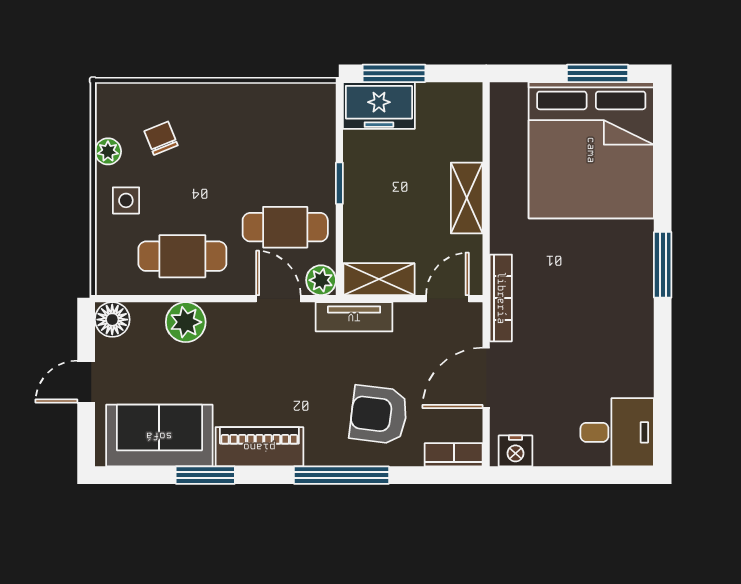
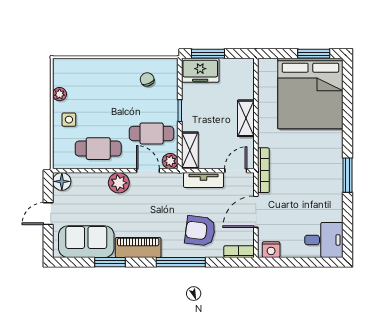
chair: (161, 138) -> (147, 79), moved
window: (663, 265) -> (347, 175), moved
shelving: (379, 279) -> (190, 150), moved, turned 90
tv unit: (354, 317) -> (204, 180), moved
plant: (186, 322) -> (119, 183), moved

